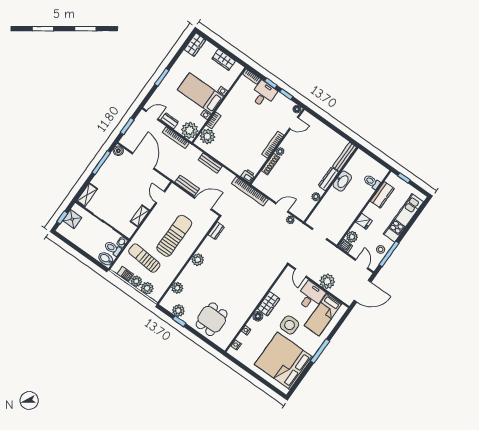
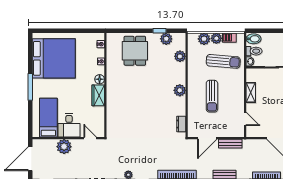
sun lounger: (174, 236) -> (212, 96), width x0.73, depth x0.75
side table: (289, 325) -> (69, 90), removed

